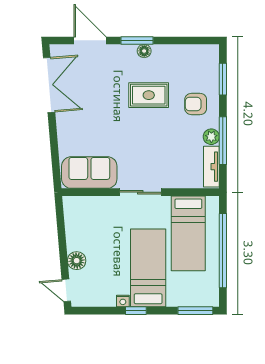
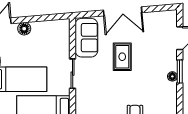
double door: (49, 85) -> (123, 11), moved
rug: (149, 95) -> (122, 57), moved

